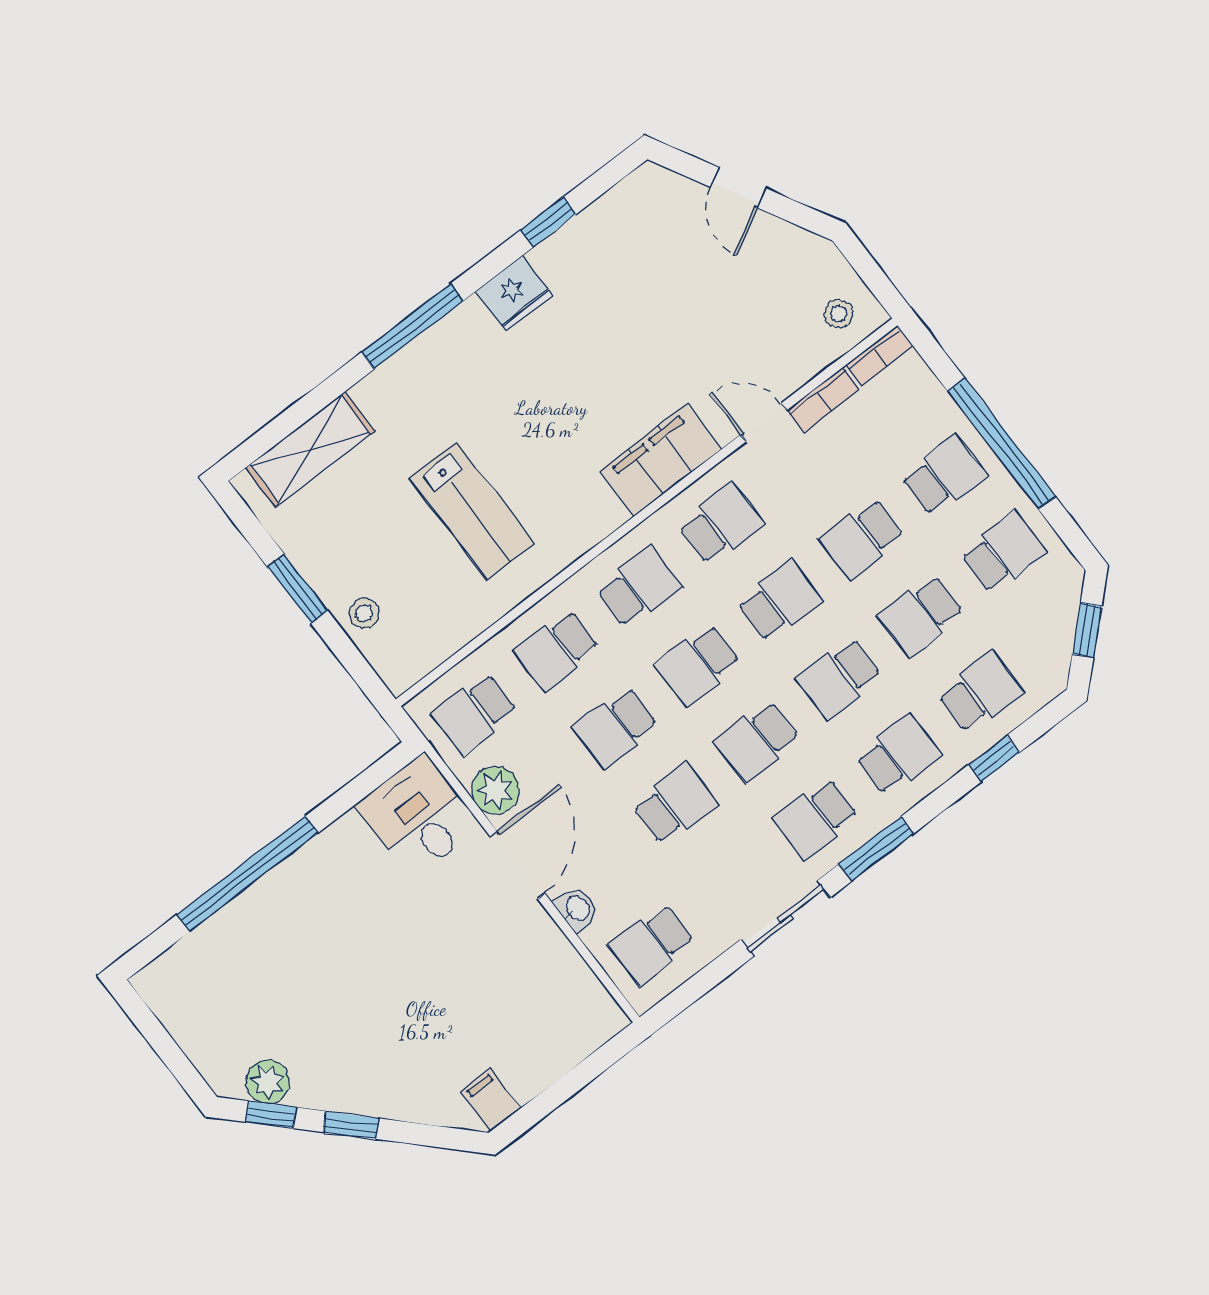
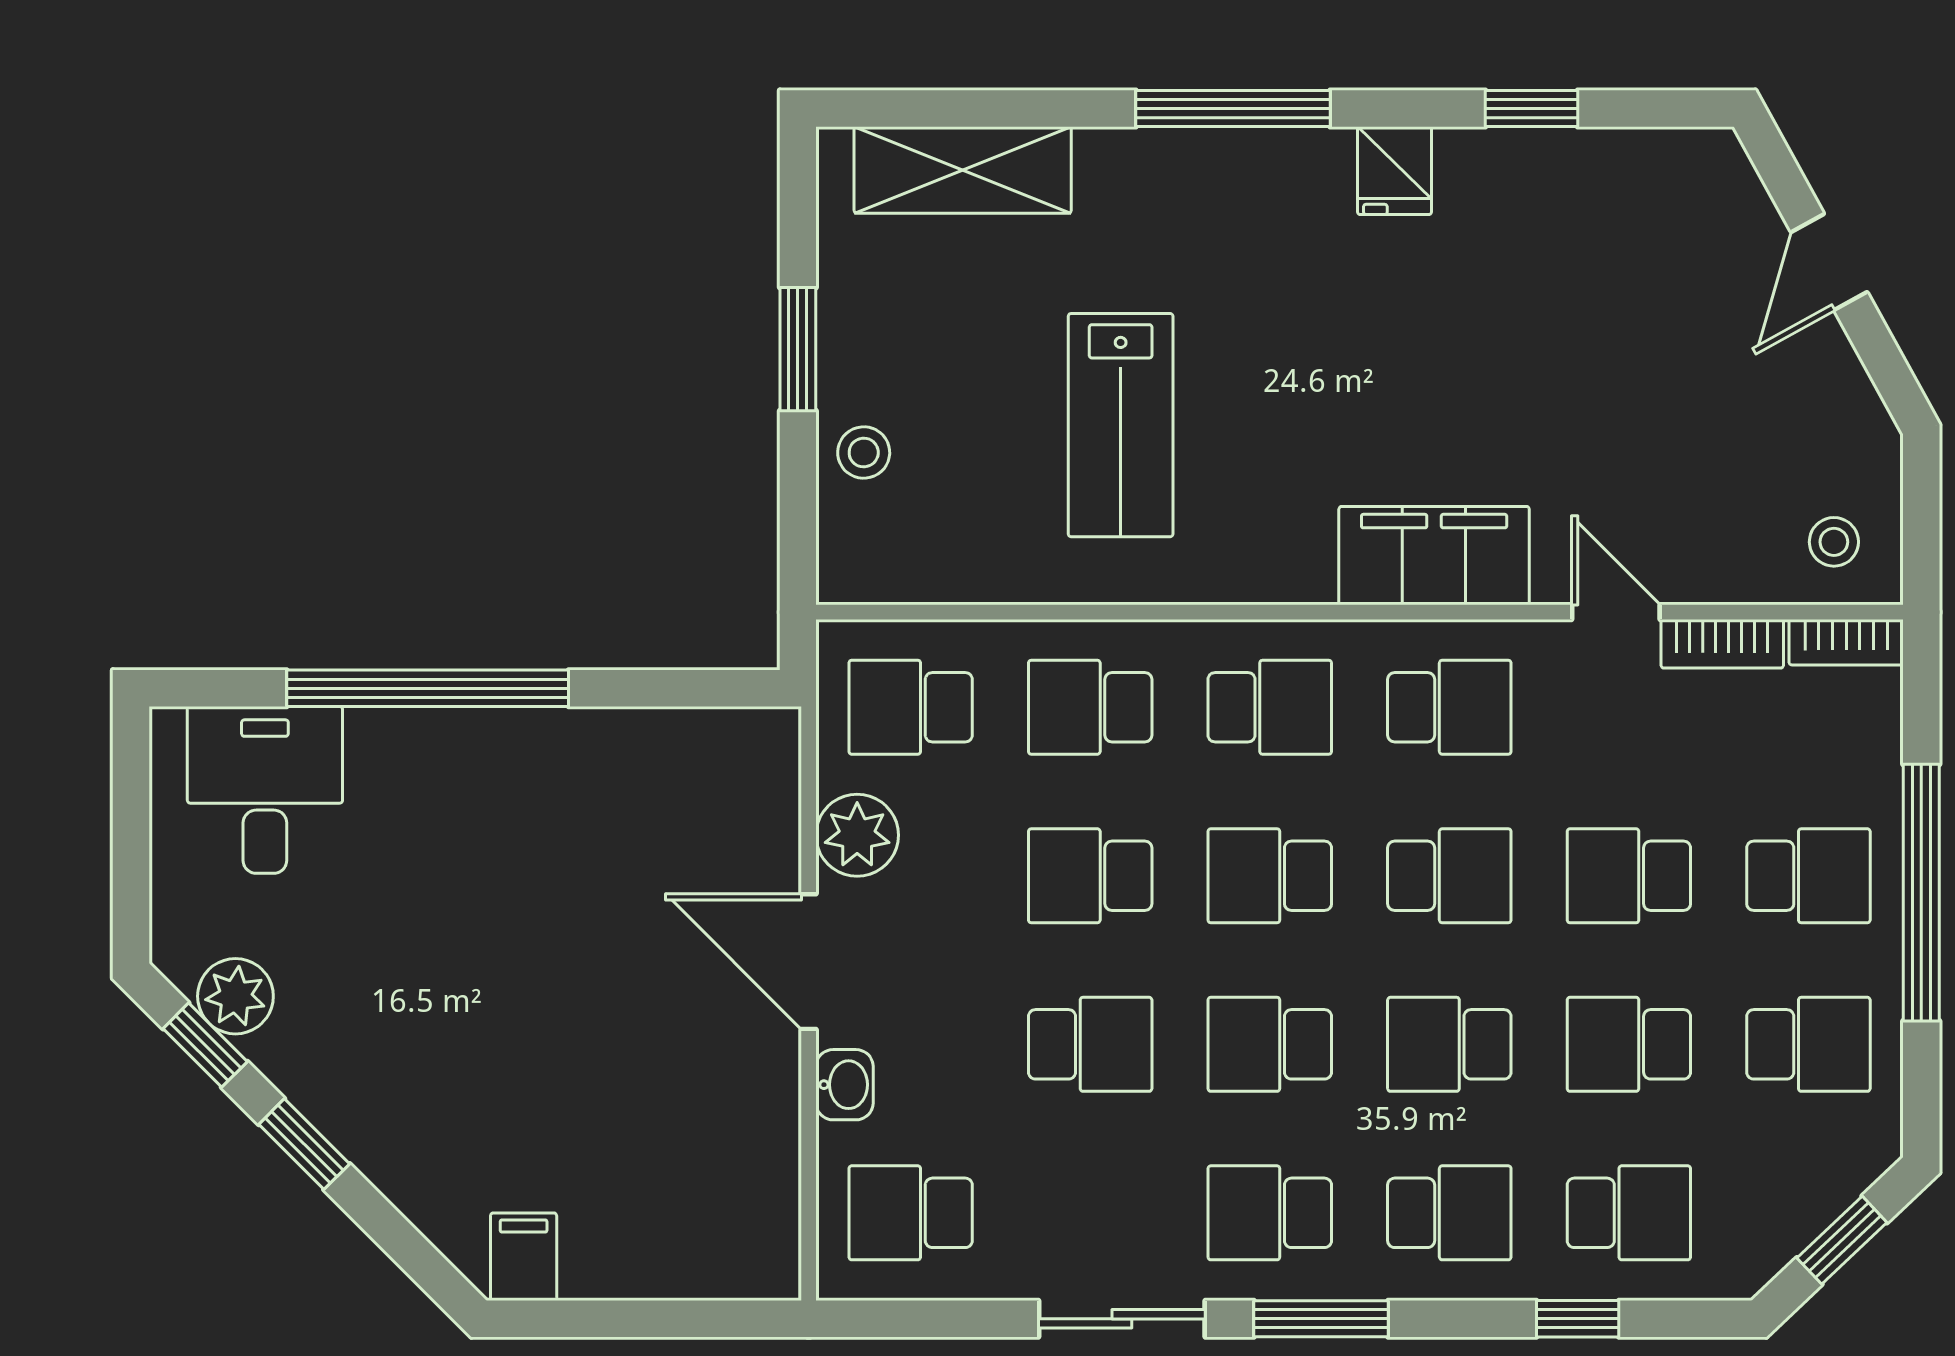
fridge: (514, 293) -> (1395, 171), width x0.72
desk: (419, 816) -> (265, 790), moved
door: (517, 865) -> (809, 962), swing flipped

